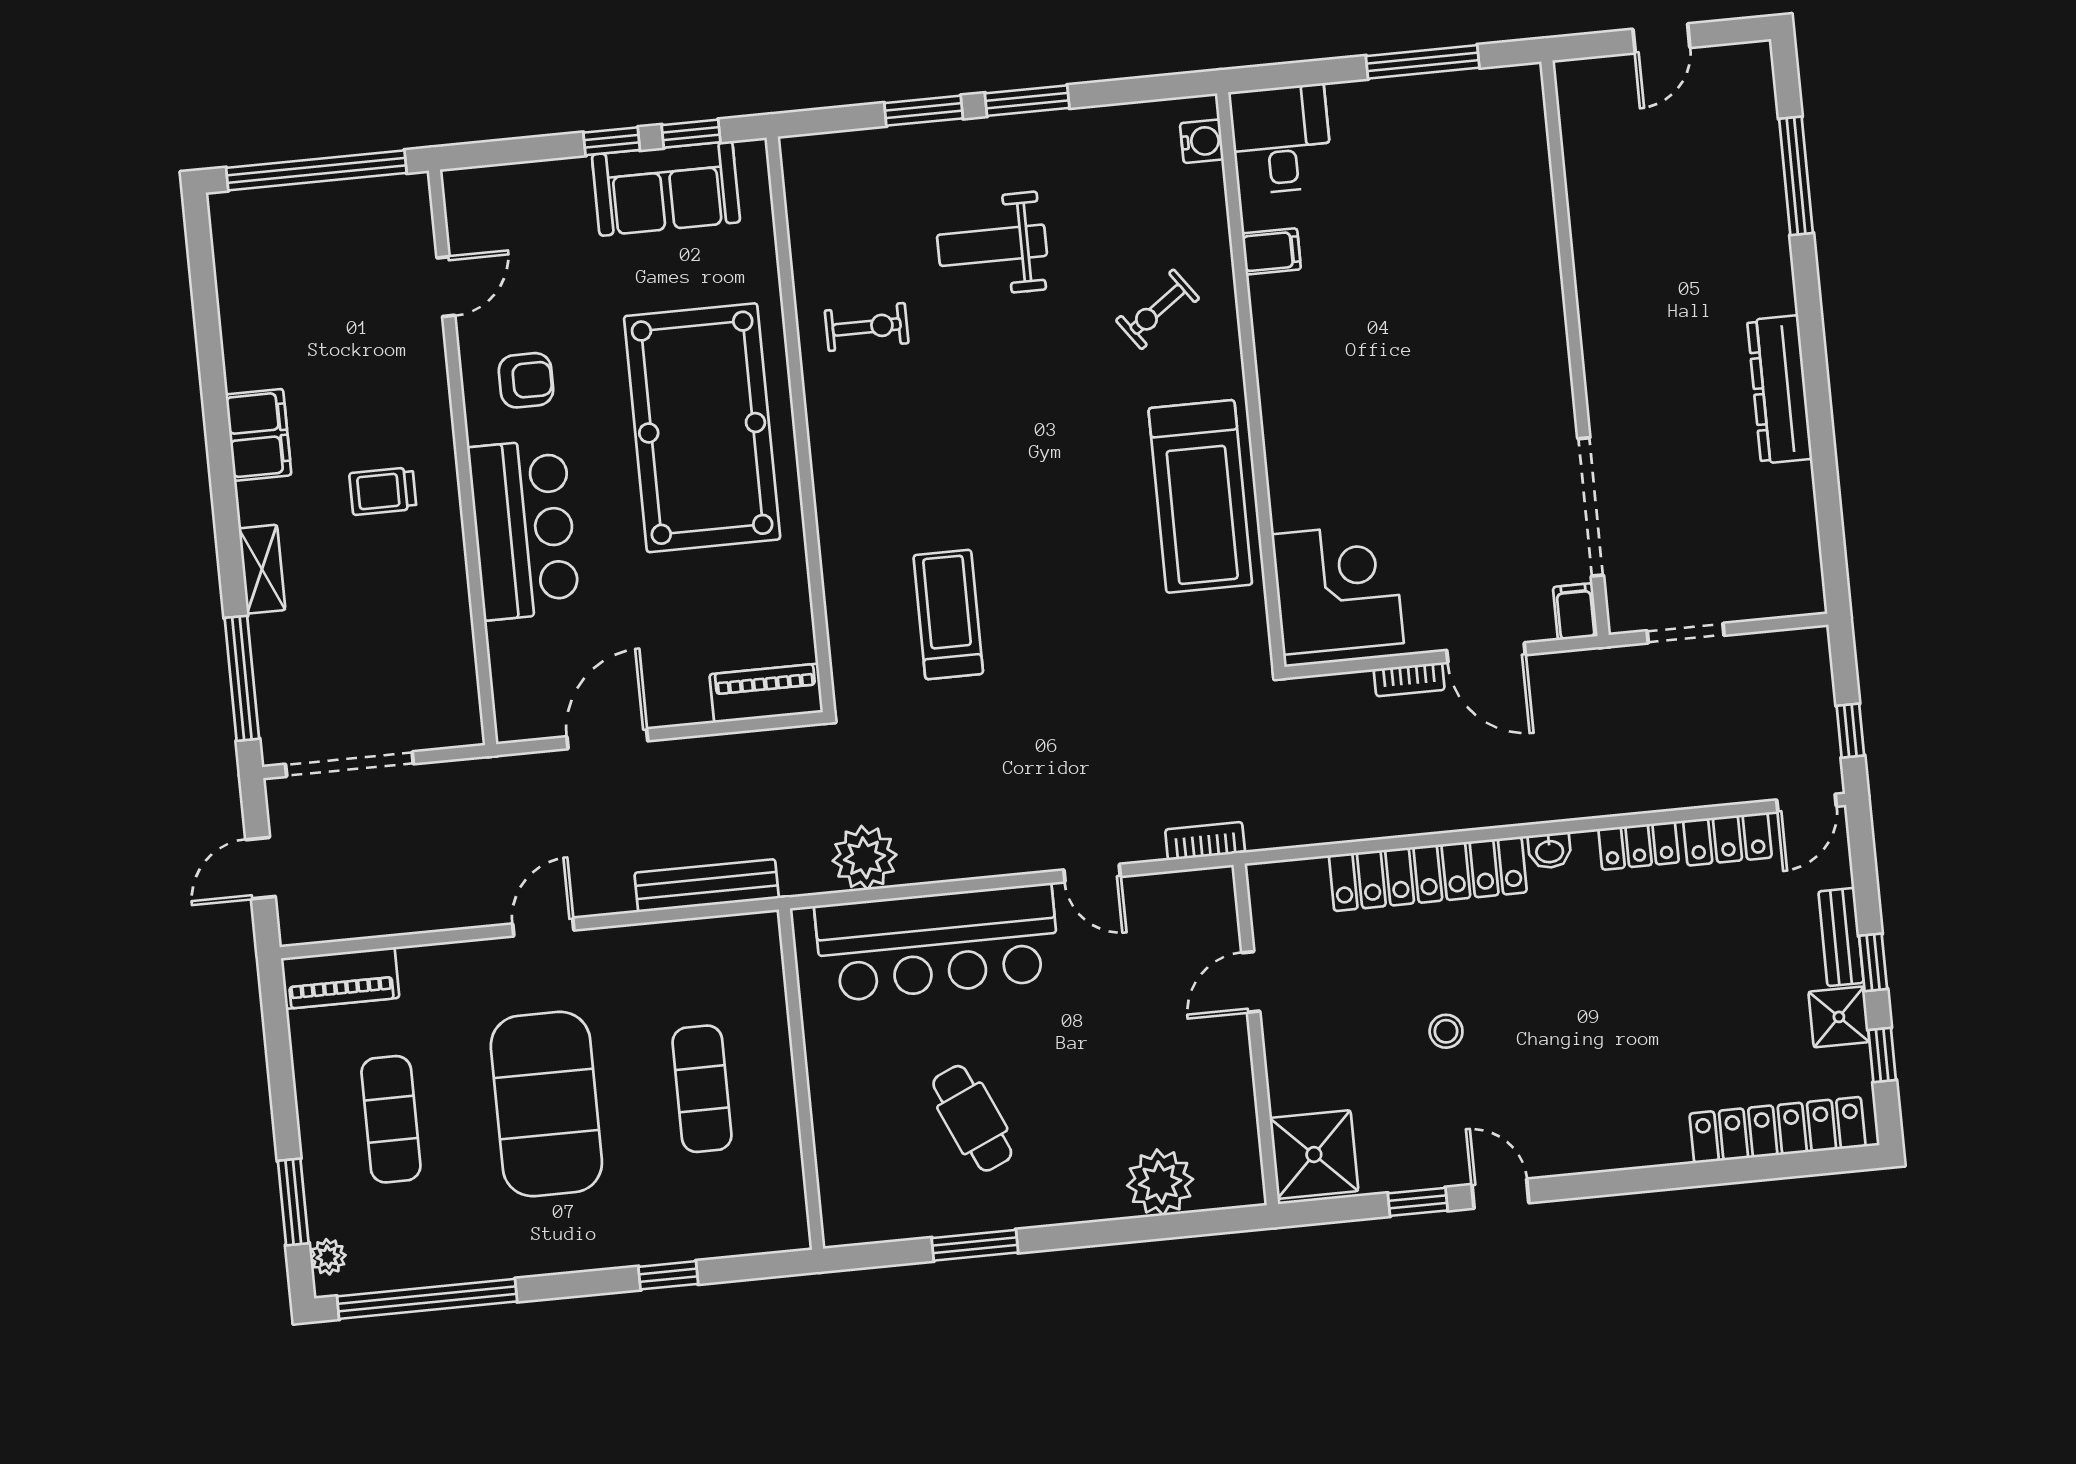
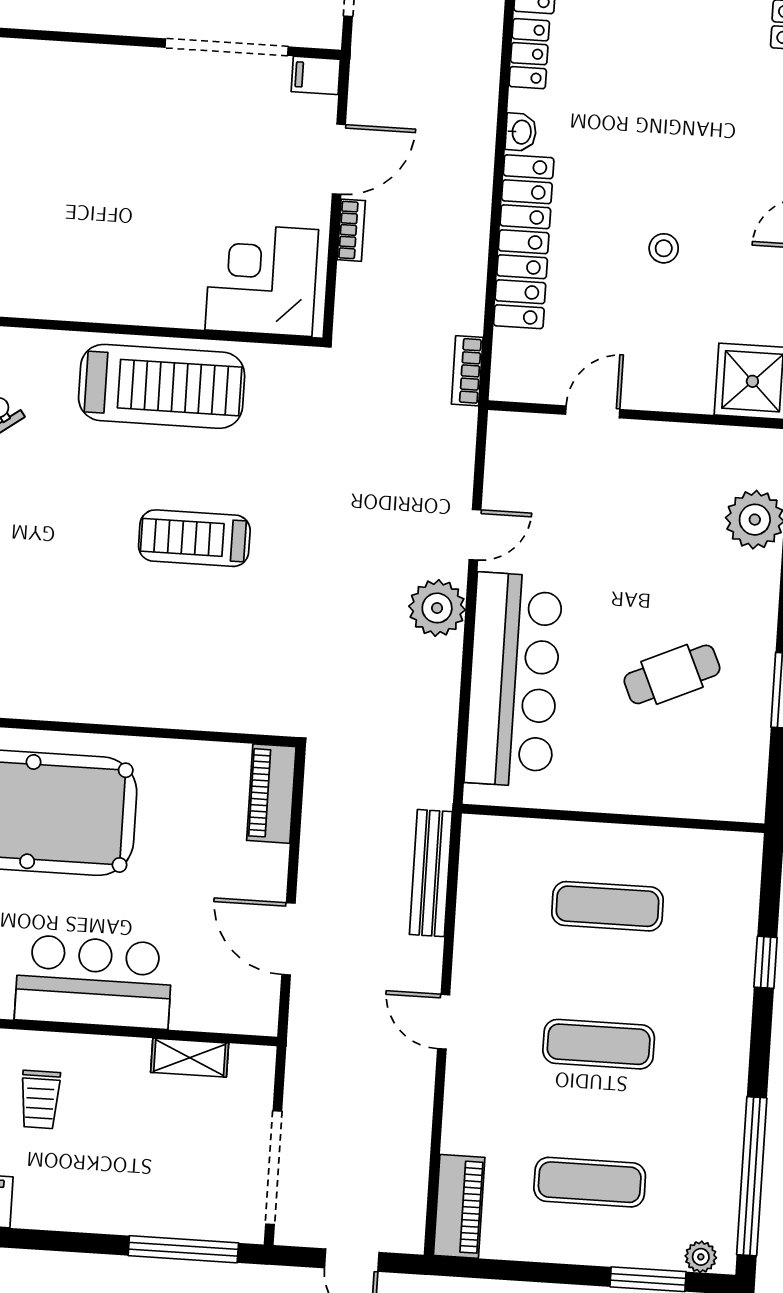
shelving: (262, 569) -> (190, 1058), moved
treadmill: (948, 615) -> (194, 538), moved
bookcase: (1205, 841) -> (467, 371), moved
plant: (865, 858) -> (437, 608), moved
door: (1251, 982) -> (593, 412), swing flipped
exercise mat: (546, 1104) -> (599, 1044), width x0.50, depth x0.69

